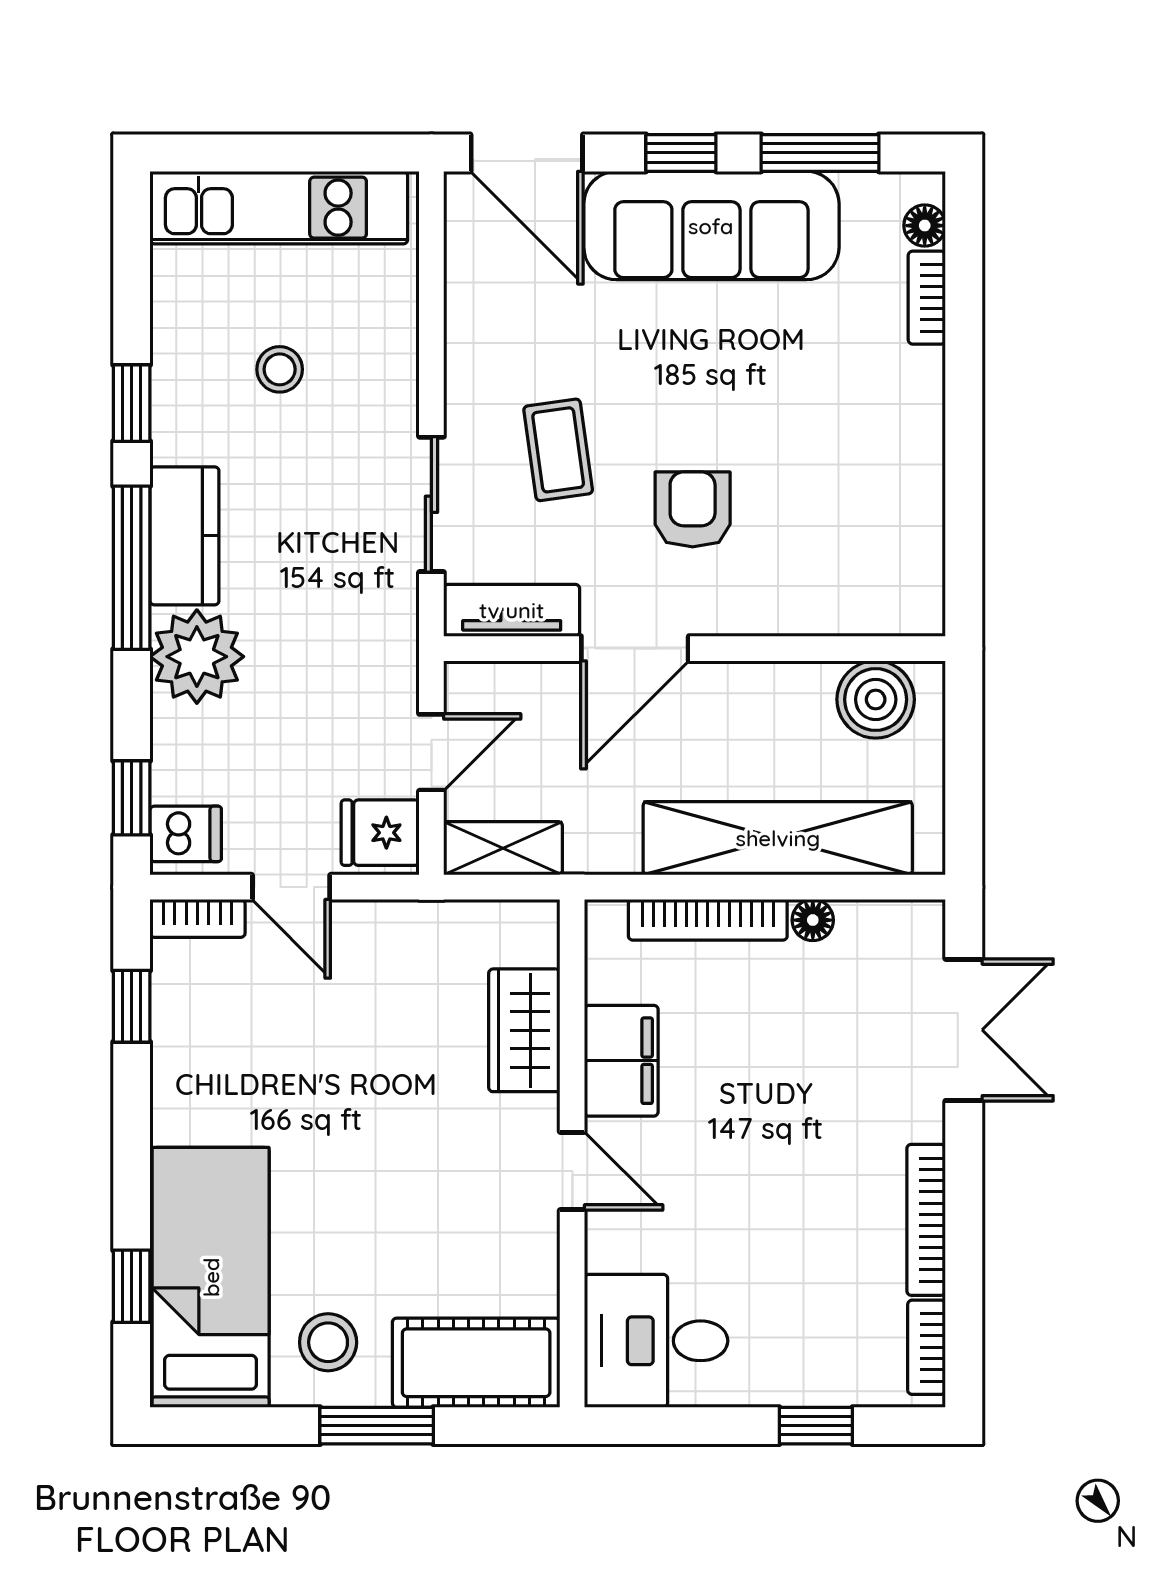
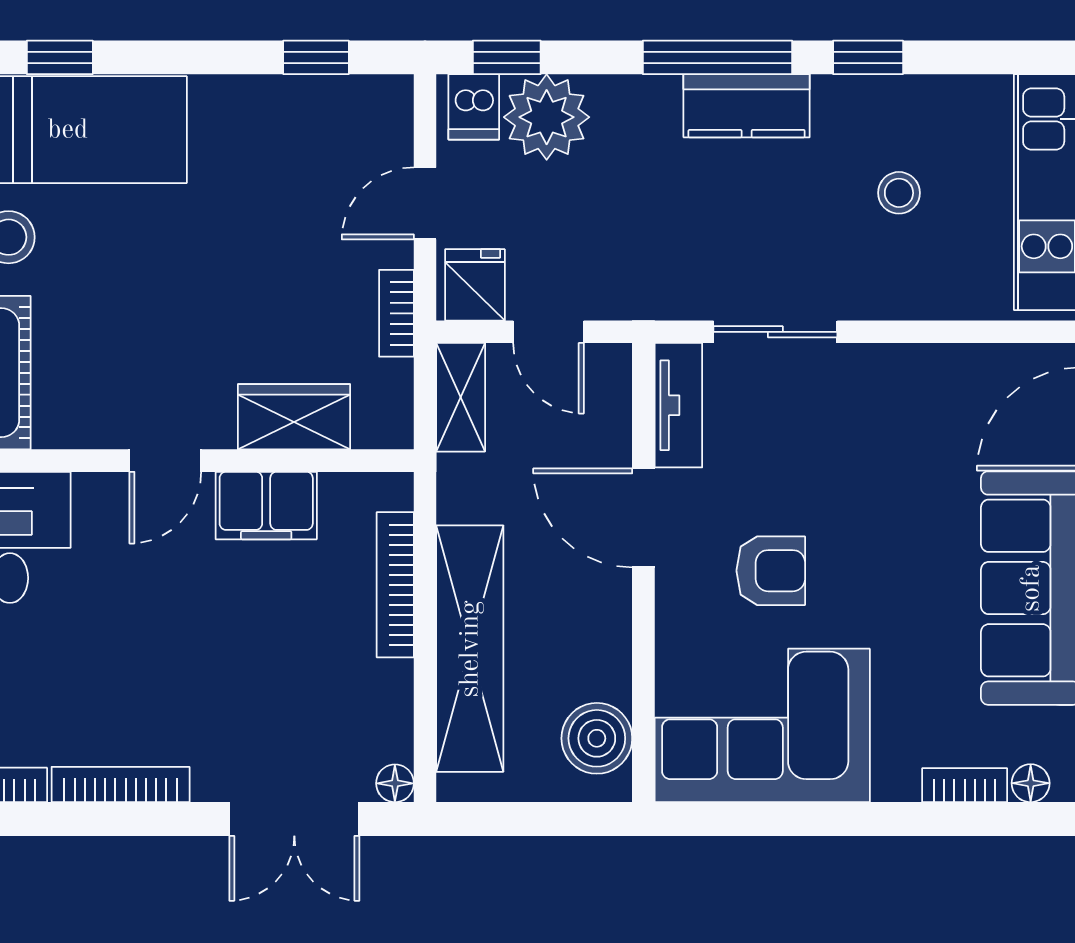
coffee table: (558, 450) -> (825, 448), removed
corner sofa: (862, 519) -> (762, 725), added
plant: (197, 657) -> (547, 117), moved
bookcase: (197, 918) -> (396, 313), moved
floor lamp: (813, 920) -> (395, 783), moved

